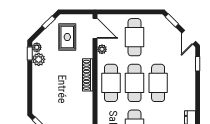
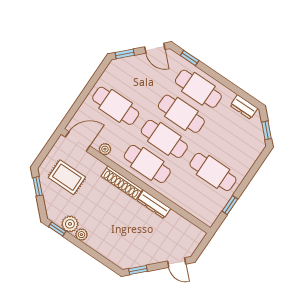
plant: (37, 47) -> (81, 235), moved
cafe table: (182, 83) -> (198, 89), added
dresser: (88, 105) -> (154, 204), added

